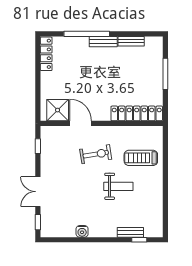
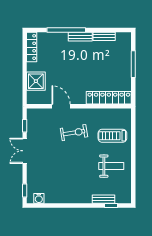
shower: (58, 110) -> (36, 81), moved
weight bench: (118, 186) -> (111, 166), moved
double door: (38, 192) -> (25, 151), moved
water cooler: (82, 231) -> (39, 198), moved

